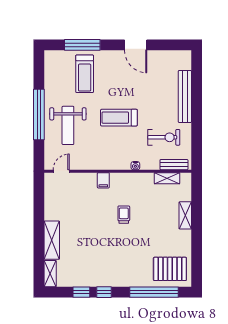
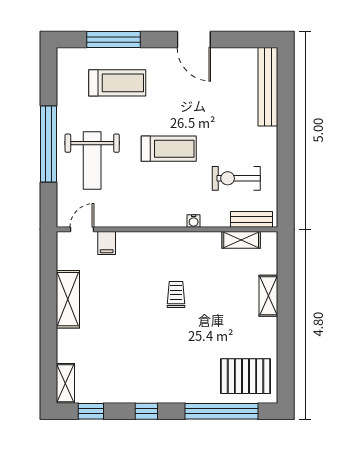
treadmill: (85, 74) -> (117, 83), turned -90
bench: (185, 96) -> (268, 87), moved
treadmill: (119, 118) -> (169, 149), turned 180
exercise bike: (164, 137) -> (236, 178), turned 180
filing cabinet: (103, 180) -> (107, 243), moved
shelving: (52, 240) -> (68, 299), moved
window: (81, 292) -> (91, 411), moved

